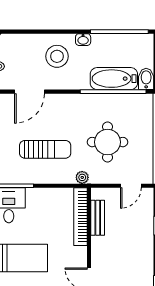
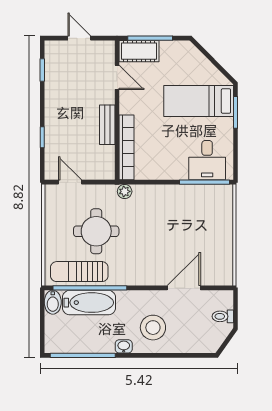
sun lounger: (45, 149) -> (79, 272), moved
door: (131, 186) -> (70, 182), hinge flipped
bench: (98, 218) -> (107, 125), moved

